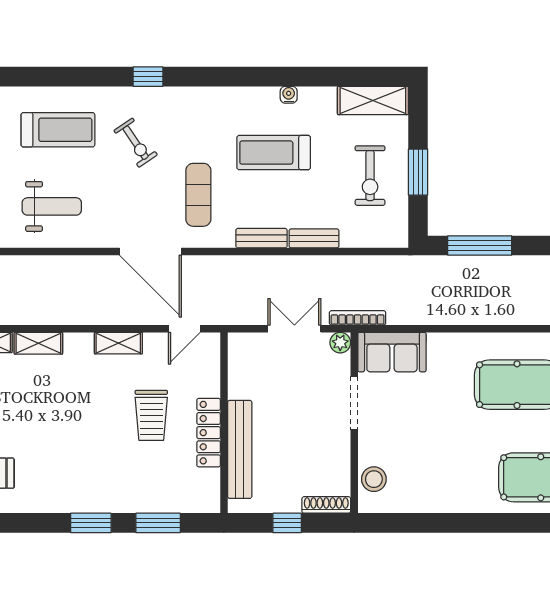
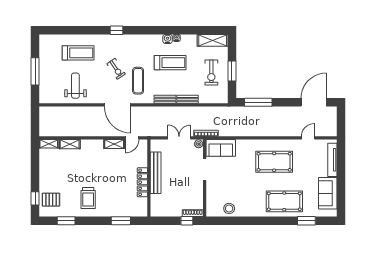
water cooler: (267, 97) -> (168, 39), added
exercise bike: (136, 143) -> (116, 69), moved
treadmill: (274, 153) -> (170, 63), turned 180
weight bench: (52, 206) -> (75, 86), turned -90
shelving: (118, 343) -> (114, 144), moved
trolley: (151, 415) -> (88, 198), moved
bench: (240, 449) -> (156, 173), moved
stool: (374, 479) -> (229, 208), moved
window: (91, 523) -> (66, 221), moved
window: (287, 523) -> (187, 221), moved

